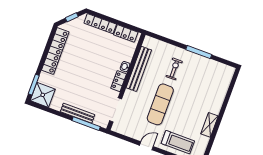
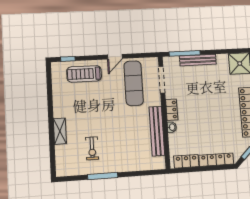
exercise bike: (174, 69) -> (92, 148), moved
exercise mat: (160, 104) -> (134, 83), moved
shelving: (209, 125) -> (60, 131), moved

